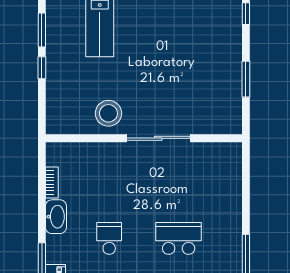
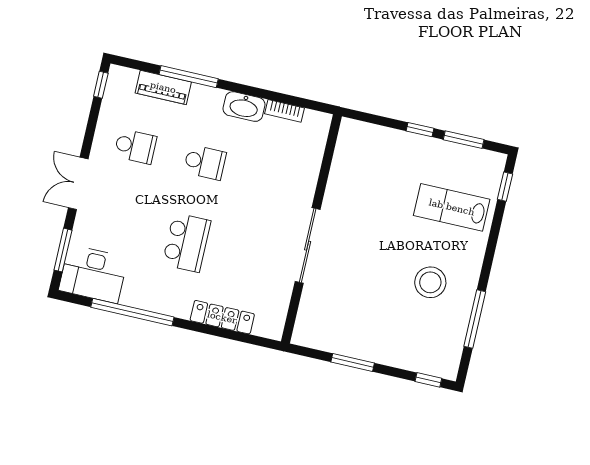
stool: (108, 113) -> (430, 282), moved
locker: (233, 195) -> (222, 317), added

